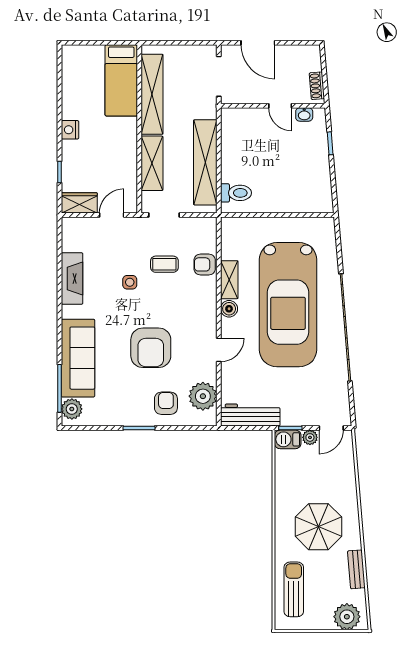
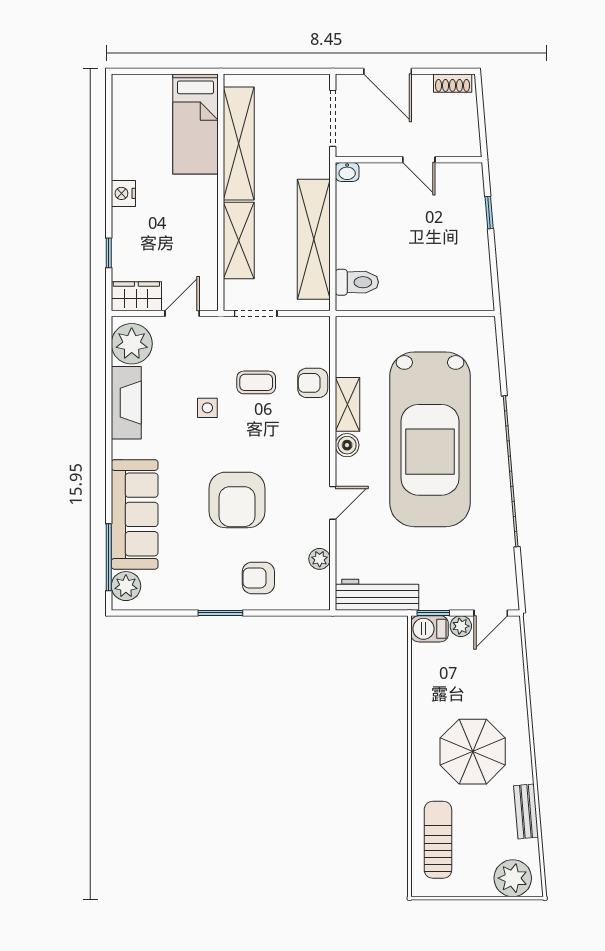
shoe rack: (317, 86) -> (453, 83), moved, turned -85
washbasin: (304, 114) -> (347, 172), moved
plant: (76, 237) -> (132, 344), added
plant: (203, 396) -> (320, 559), width x0.53, depth x0.53
armchair: (166, 403) -> (258, 578), turned -90

